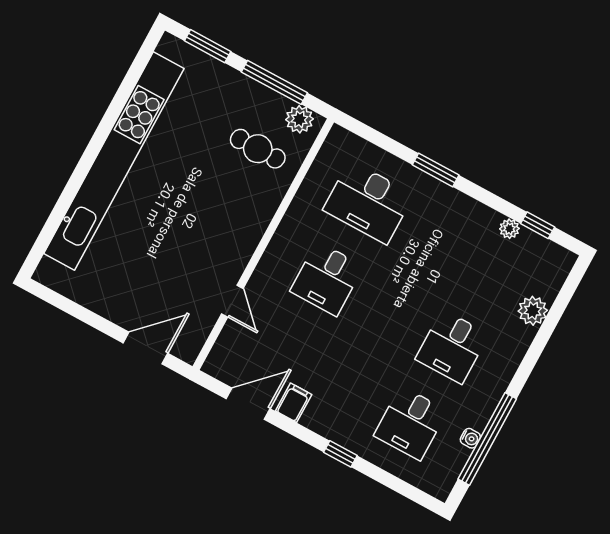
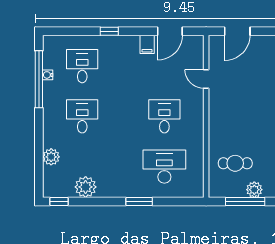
plant: (299, 119) -> (254, 190), moved
window: (538, 225) -> (59, 201), moved
plant: (509, 229) -> (86, 187), width x1.87, depth x1.87

